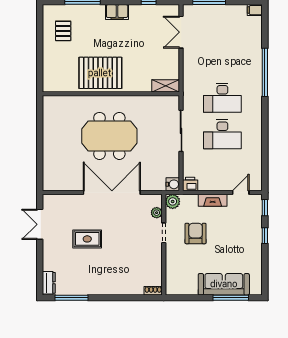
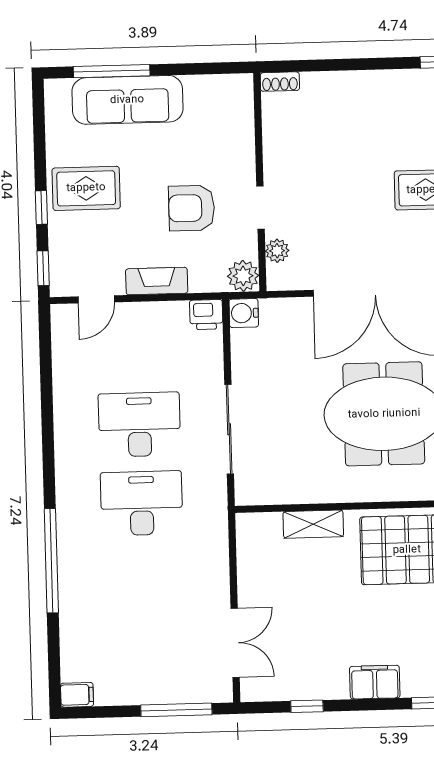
shelving: (166, 86) -> (313, 524), moved
armchair: (196, 233) -> (192, 208), turned 90
rug: (244, 244) -> (86, 188), added

